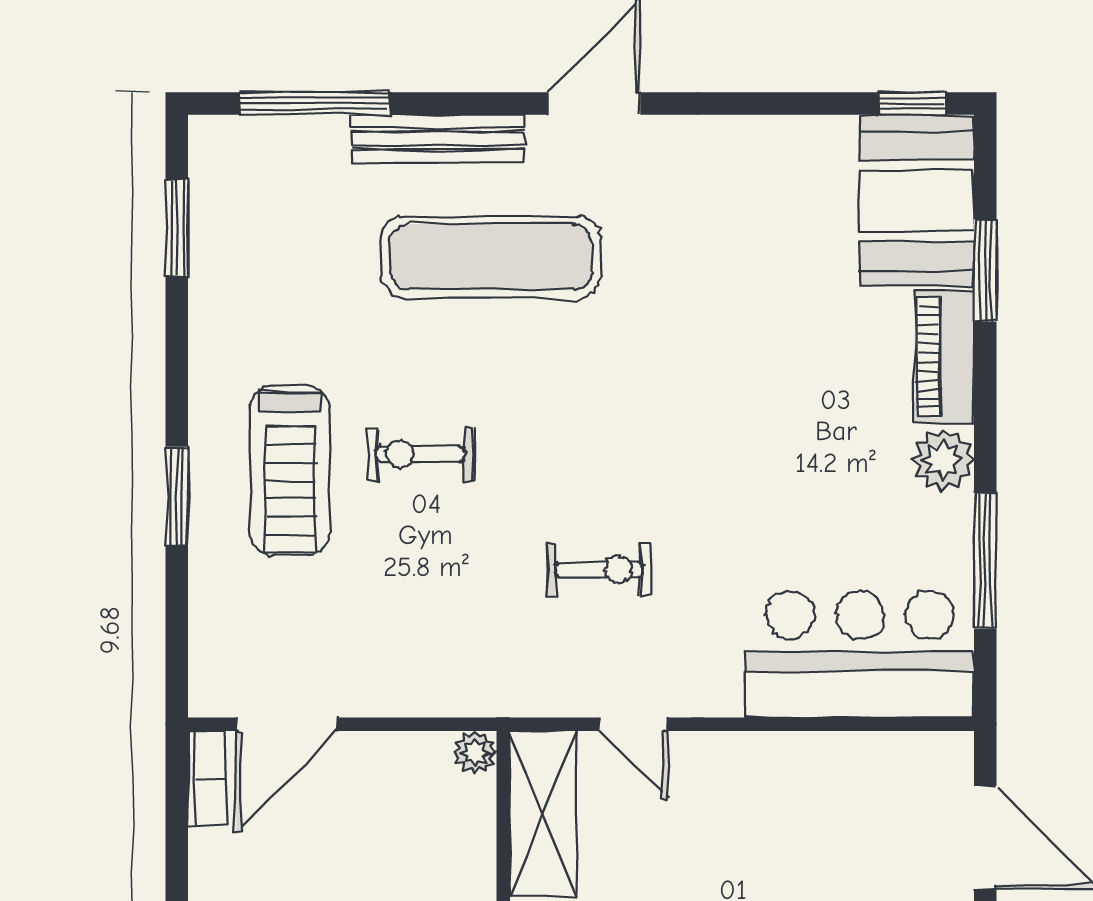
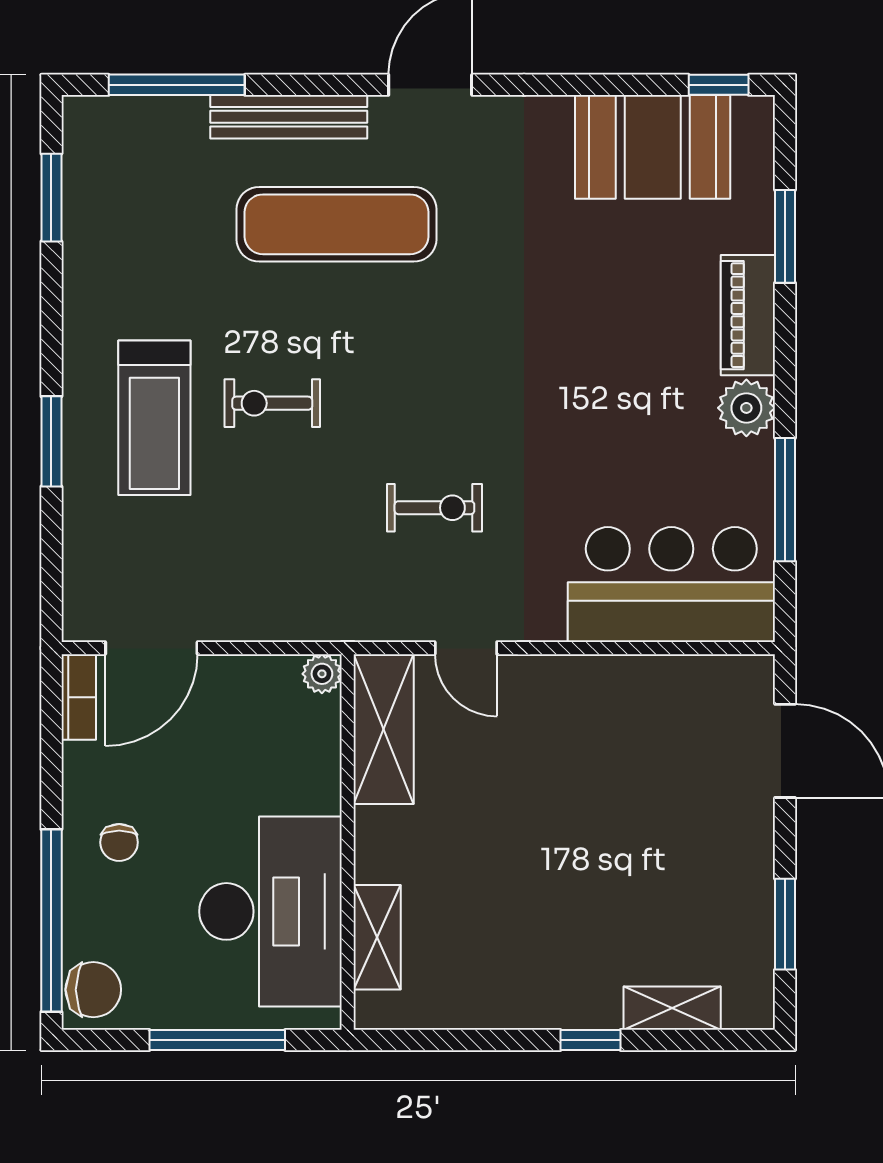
booth: (917, 201) -> (653, 147), moved, turned 90

